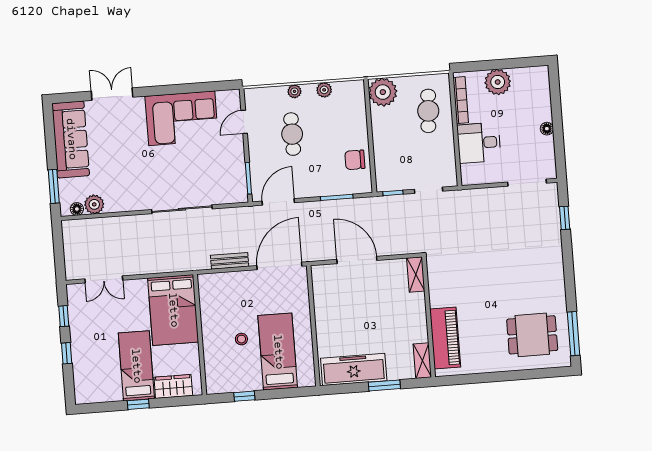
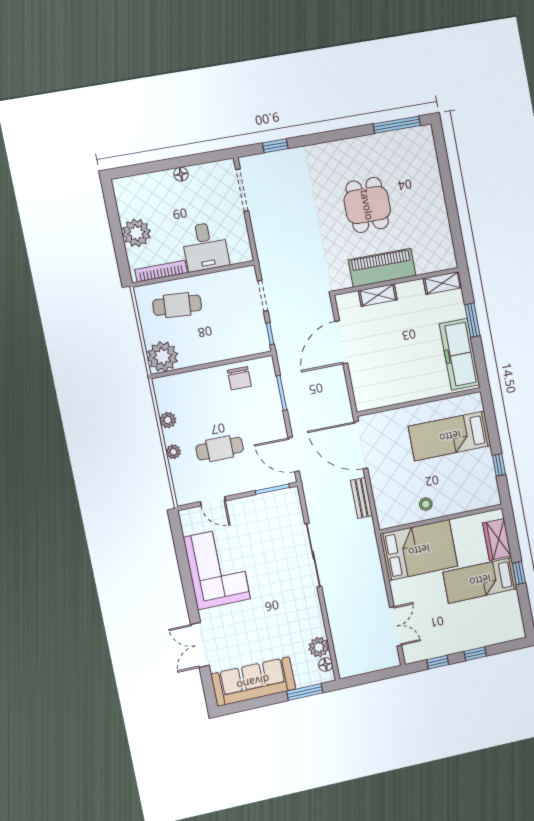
door: (357, 260) -> (341, 342), moved
shelving: (416, 275) -> (378, 295), moved
dining table: (532, 335) -> (367, 205), moved
piano: (445, 338) -> (382, 268), moved
stool: (241, 339) -> (426, 504), moved

